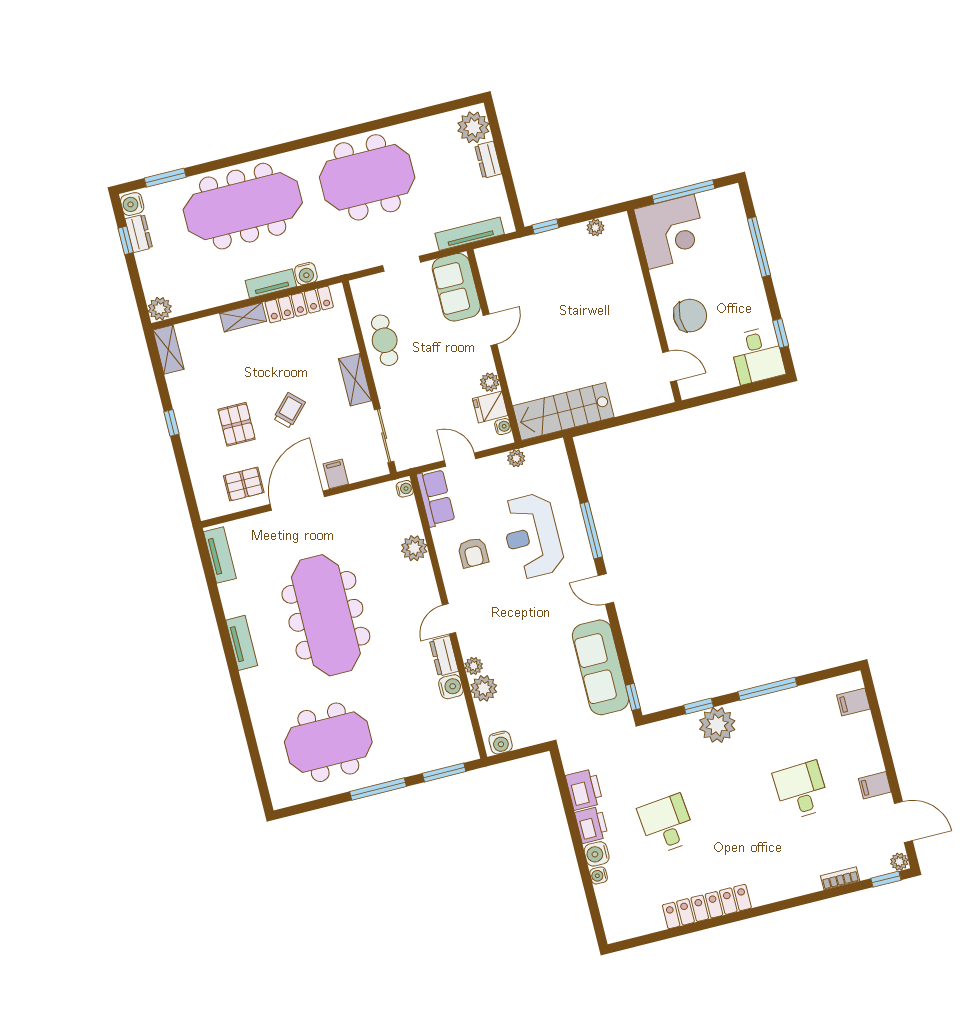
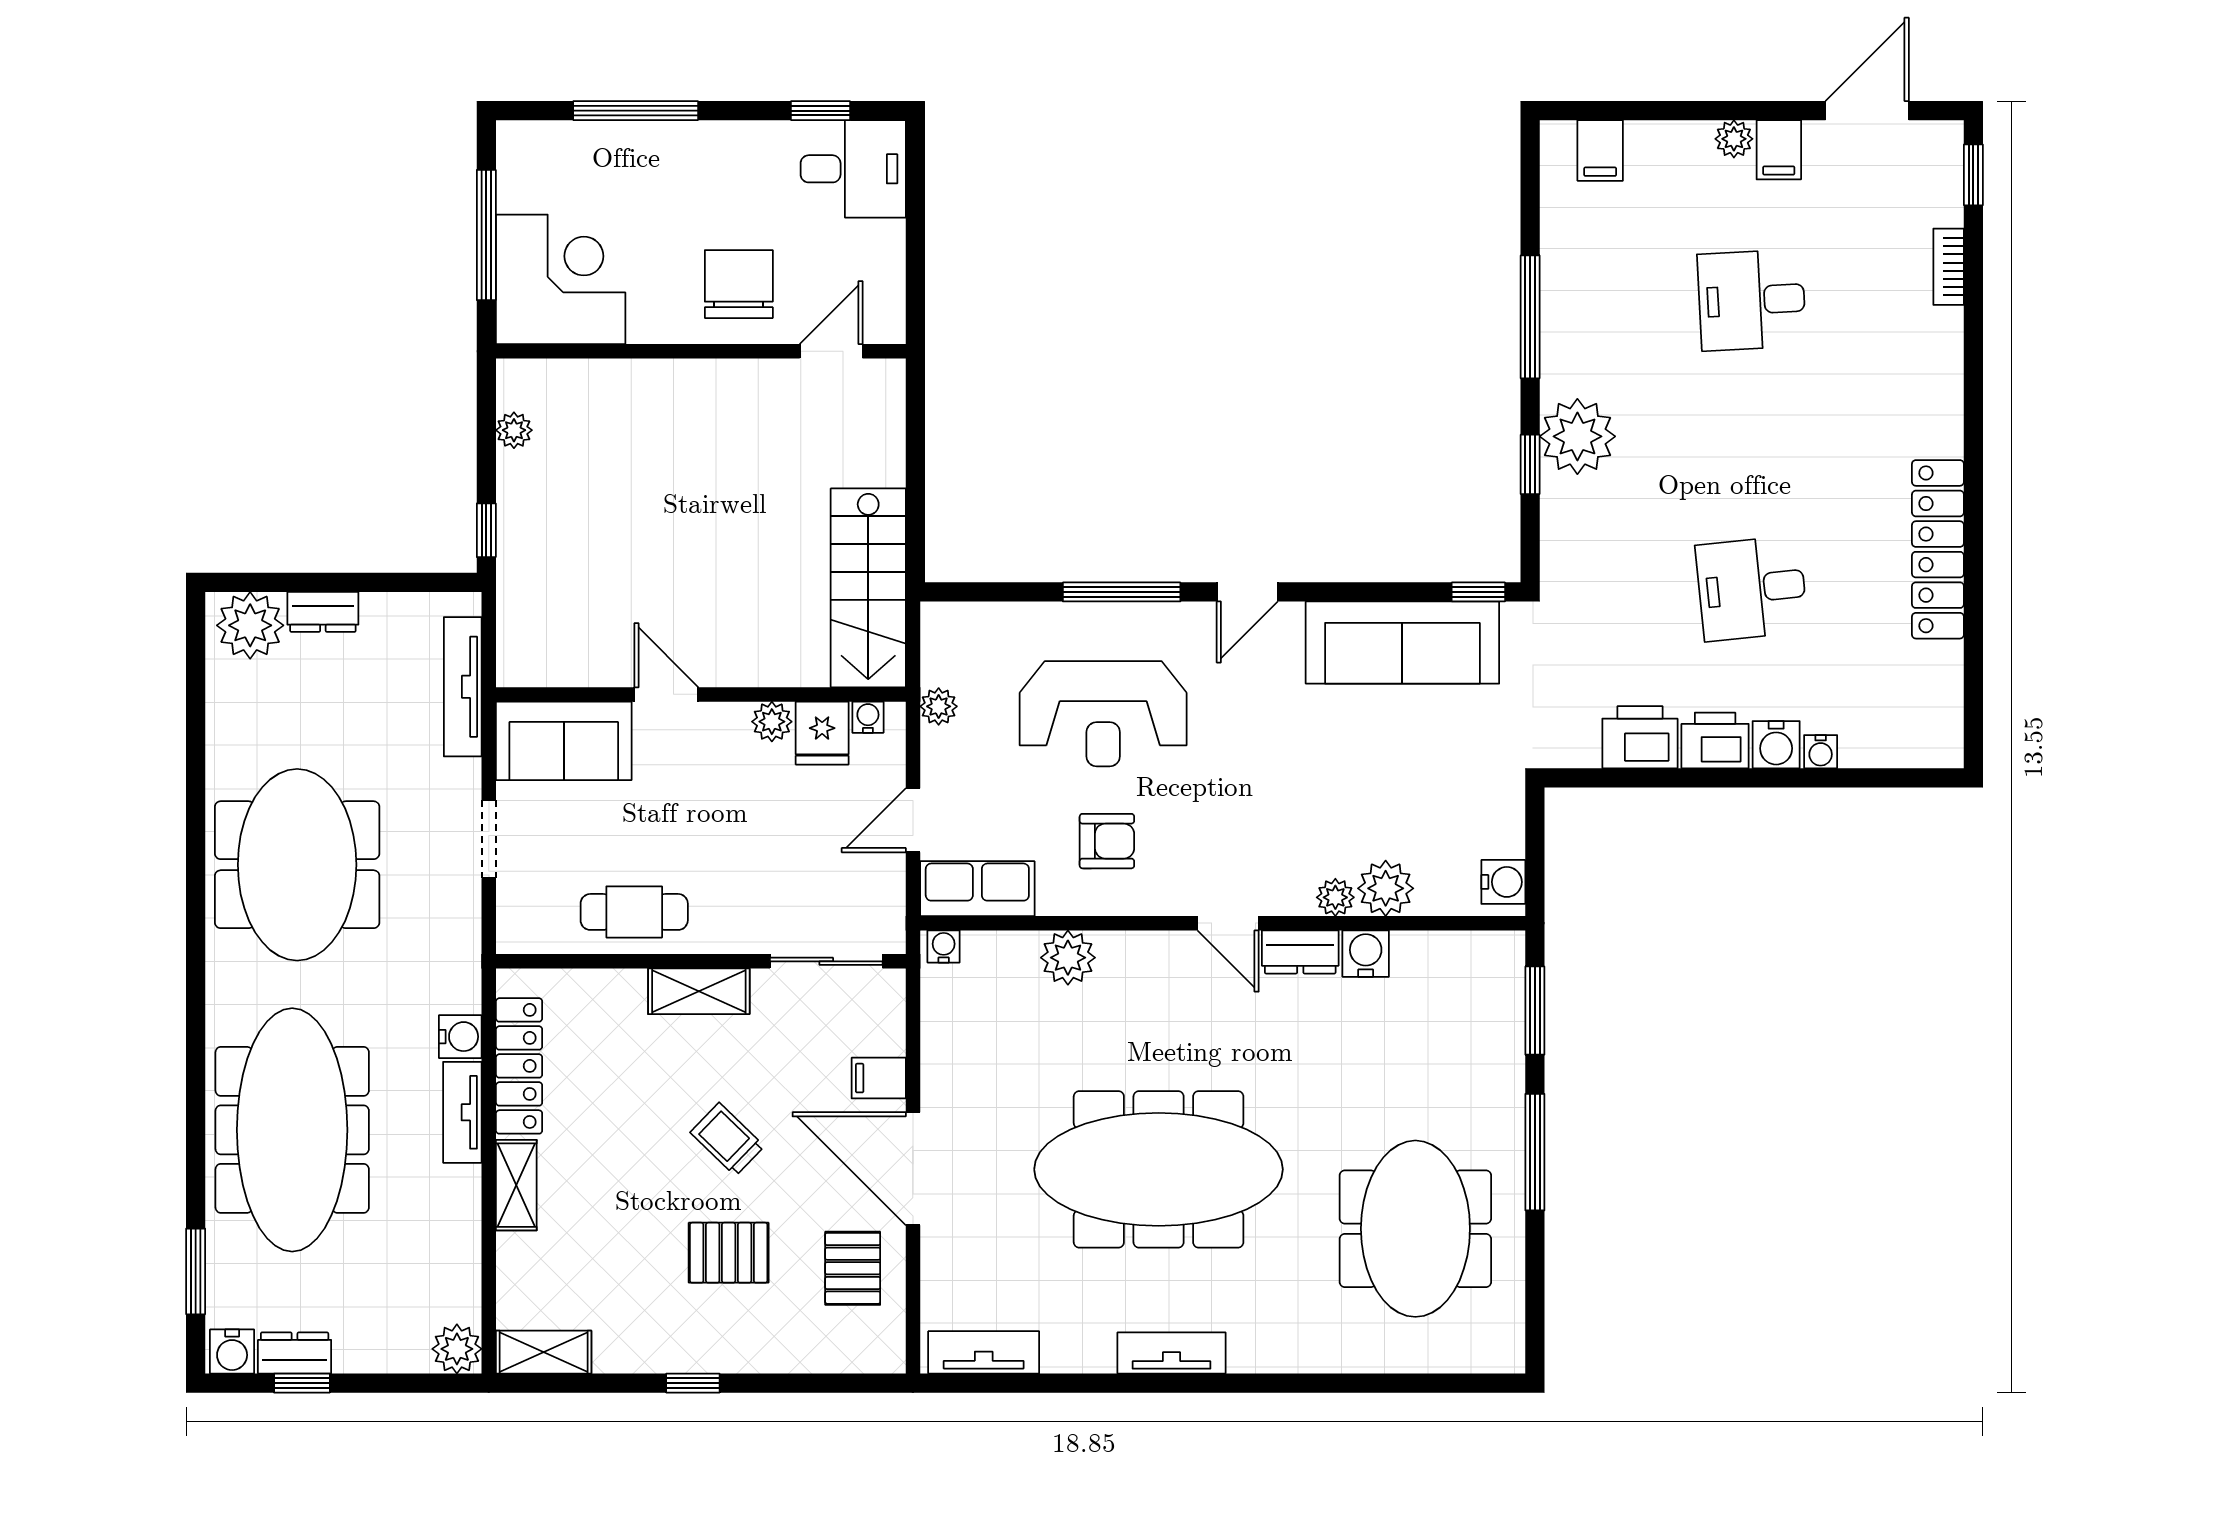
plant: (899, 862) -> (1734, 139), moved

